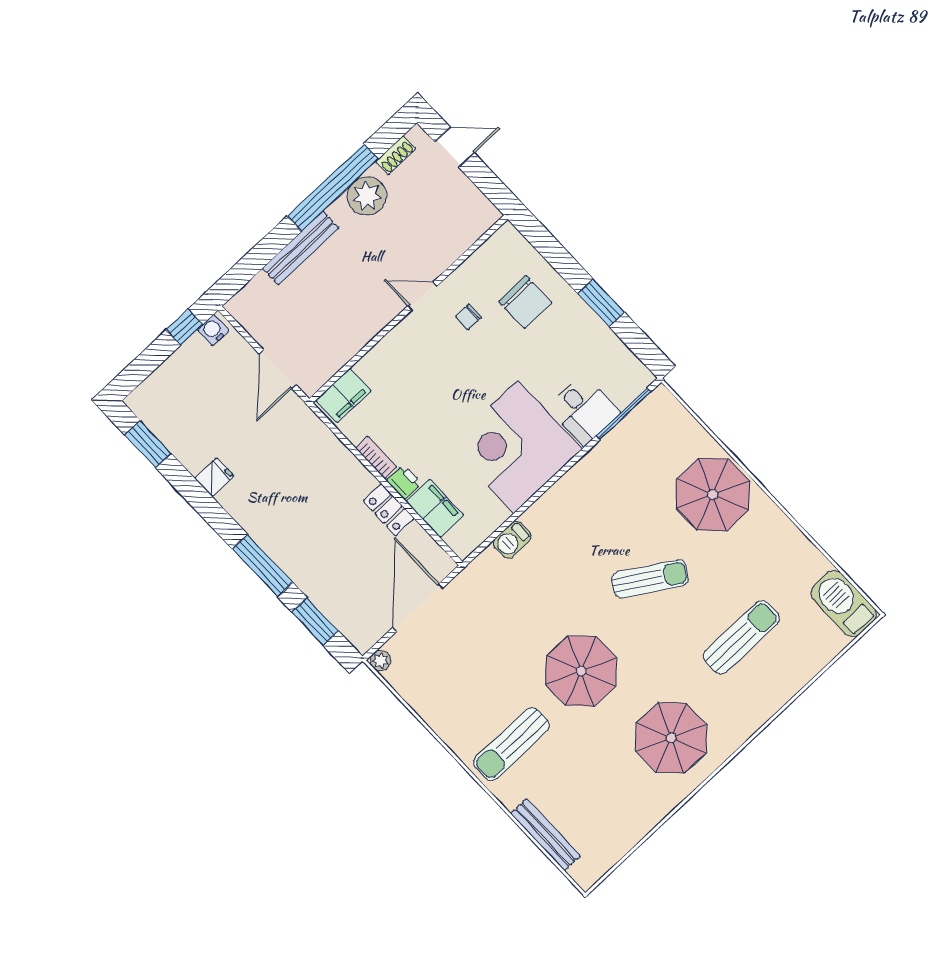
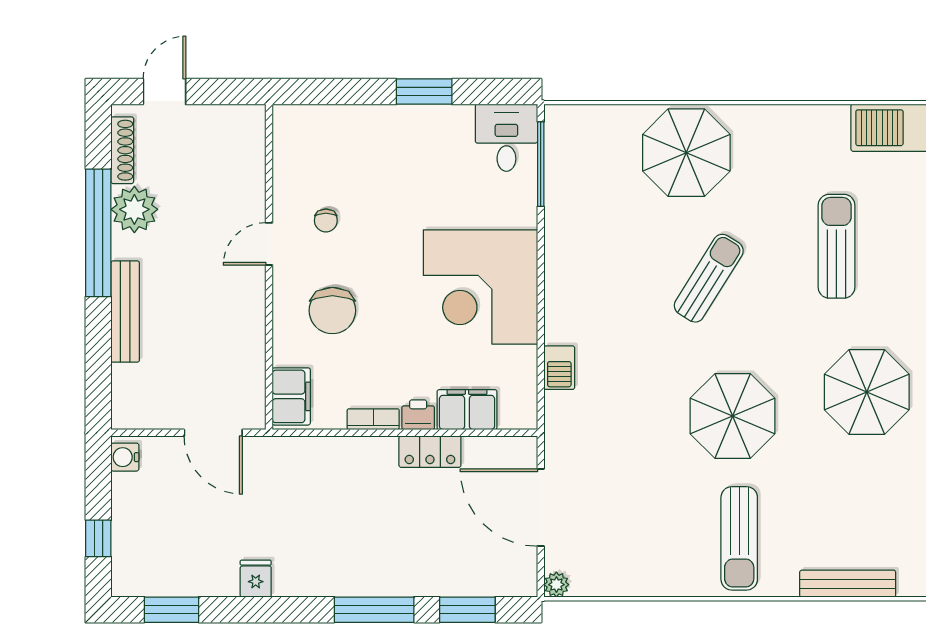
shoe rack: (396, 155) -> (122, 150), width x1.43
chair: (525, 302) -> (332, 311), moved, turned 90
window: (185, 327) -> (98, 538), moved
desk: (584, 410) -> (506, 138), moved, turned -90

